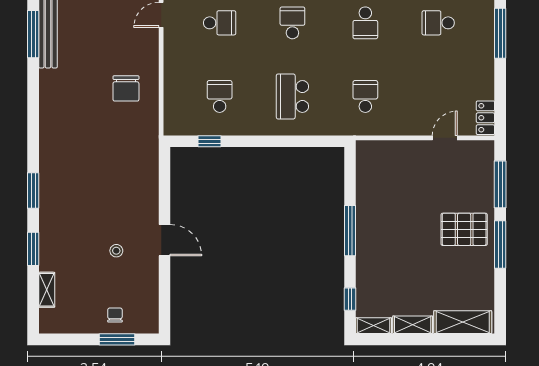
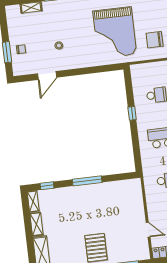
window: (209, 141) -> (132, 113), moved
grand piano: (106, 154) -> (115, 33), added
door: (164, 240) -> (47, 75), moved

